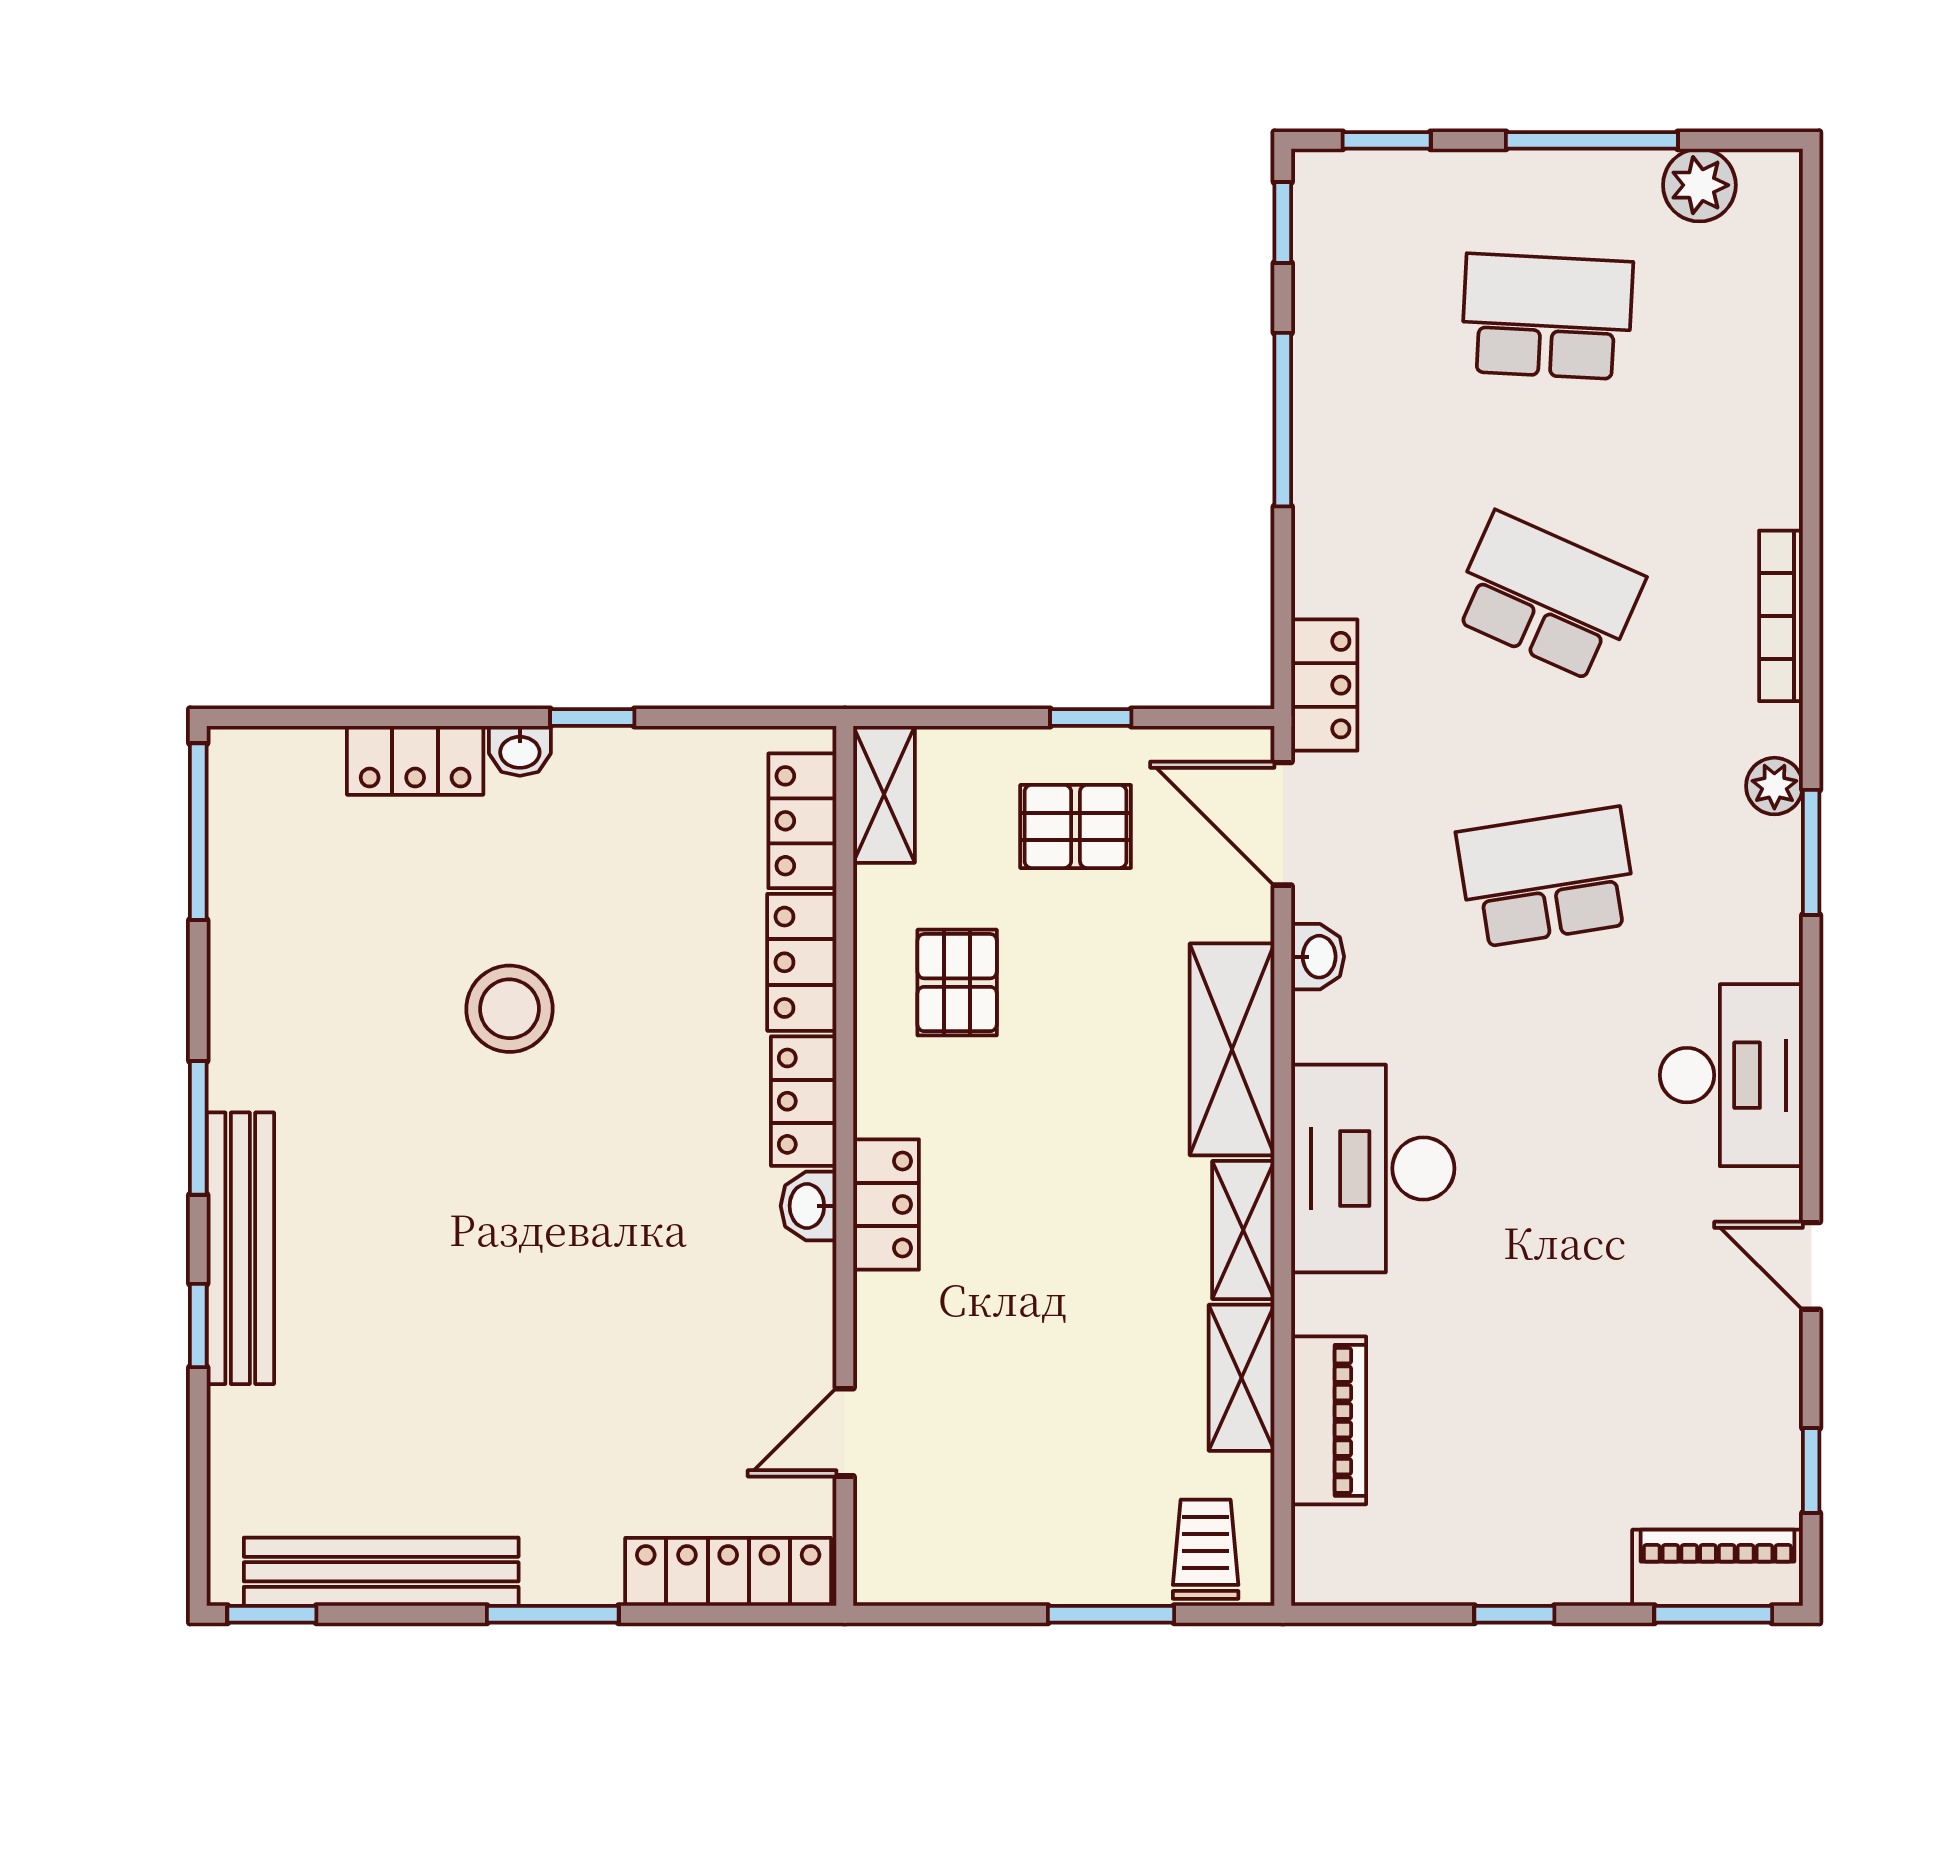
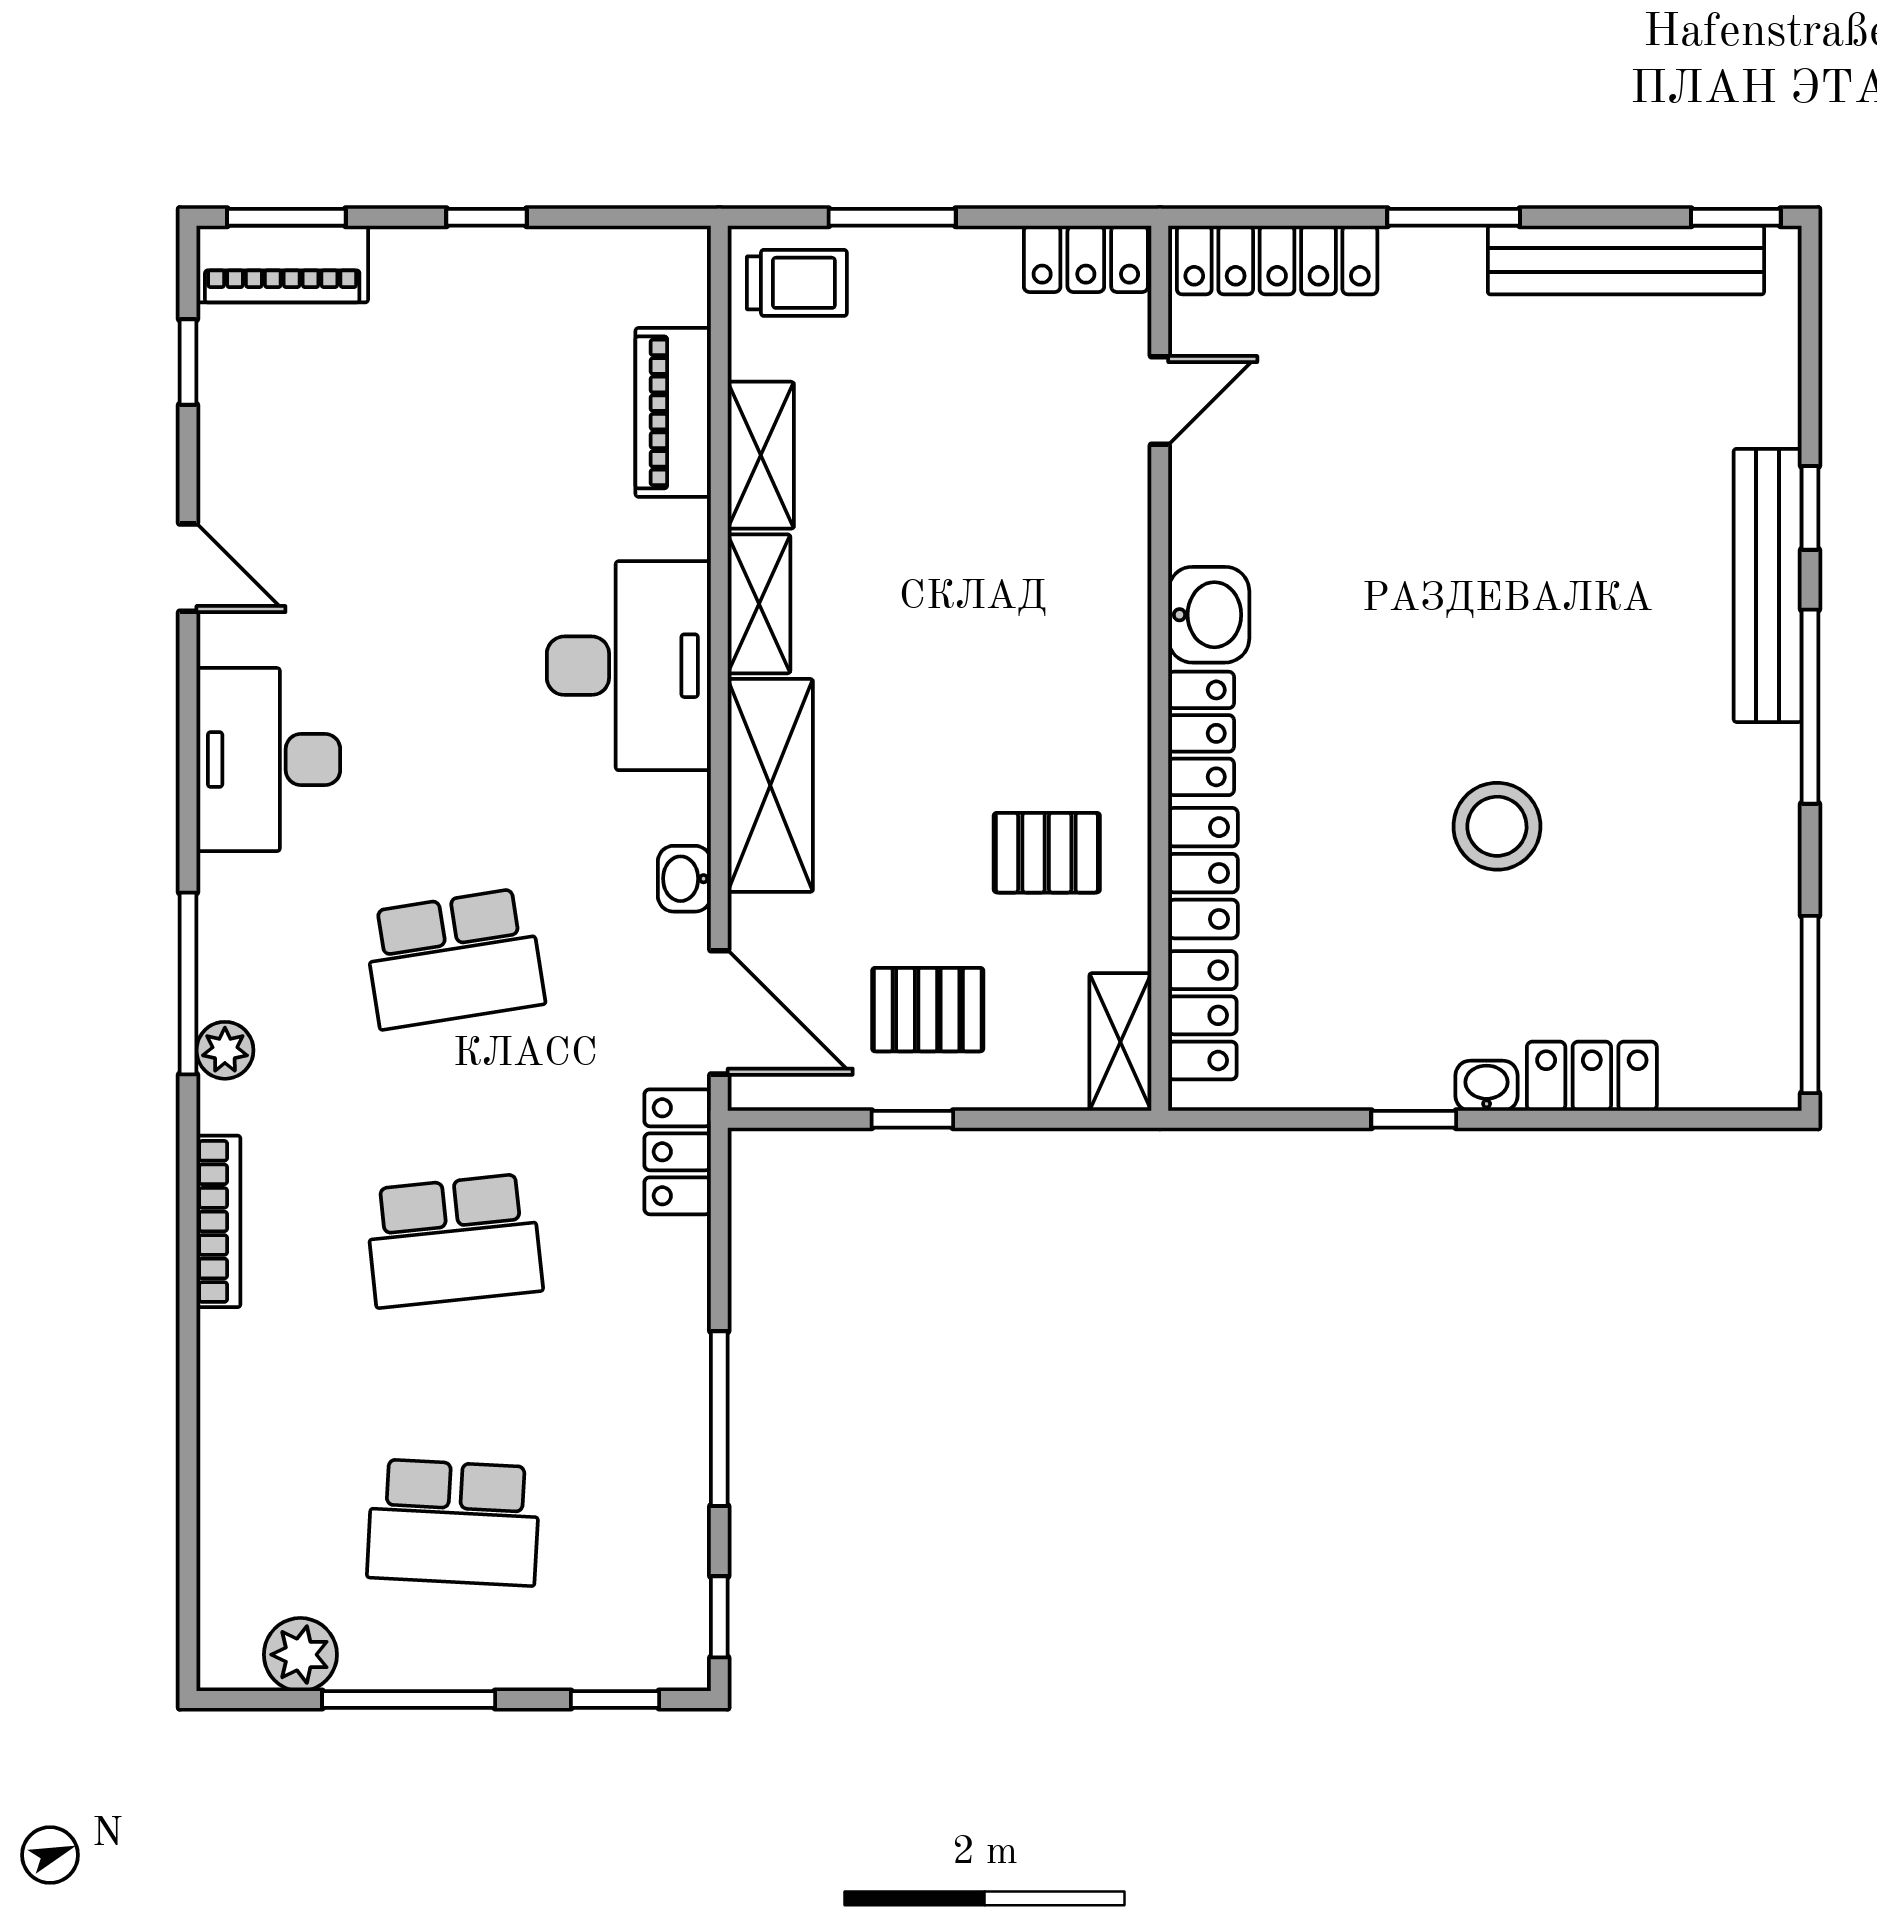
school desk: (1547, 597) -> (454, 1240), turned -30
window: (1811, 852) -> (188, 984), width x1.44
pallet: (957, 983) -> (1047, 853), turned 90
window: (198, 1128) -> (1810, 707), width x1.44
locker: (886, 1204) -> (1086, 259), moved, turned -90
washbasin: (809, 1206) -> (1209, 615), width x1.38, depth x1.45
trolley: (1206, 1549) -> (797, 283), turned -90

